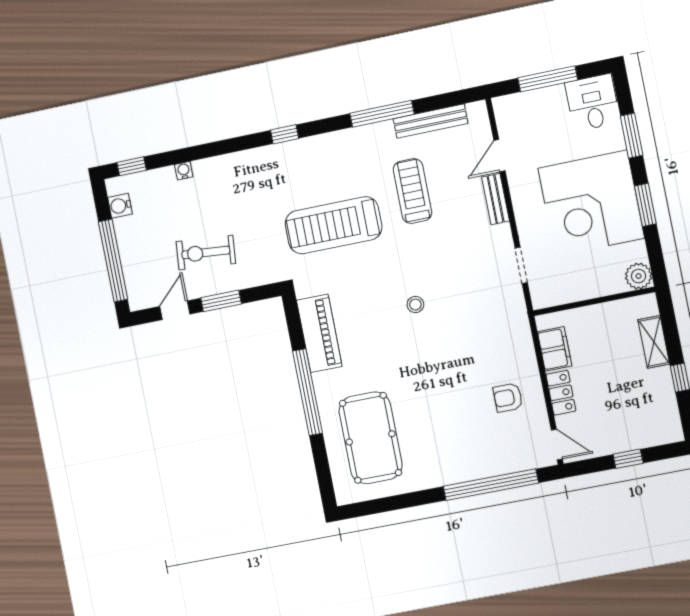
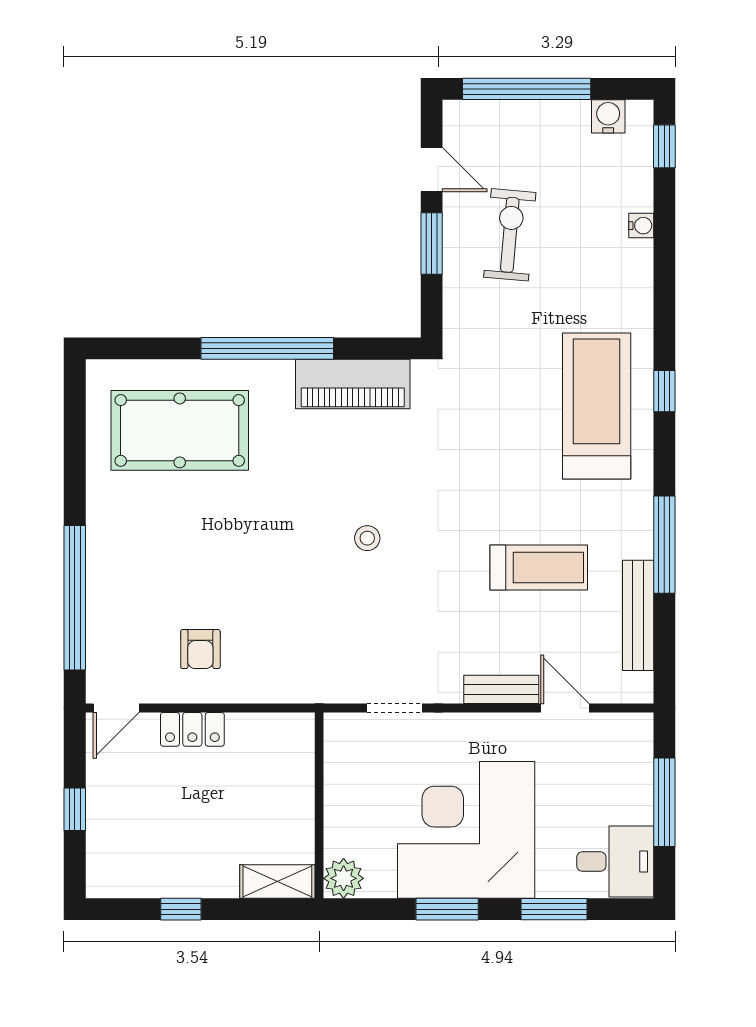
treadmill: (333, 225) -> (597, 406), moved
shelving: (654, 342) -> (277, 881), moved
filing cabinet: (555, 349) -> (260, 733), removed
armchair: (508, 398) -> (200, 649), turned 180

